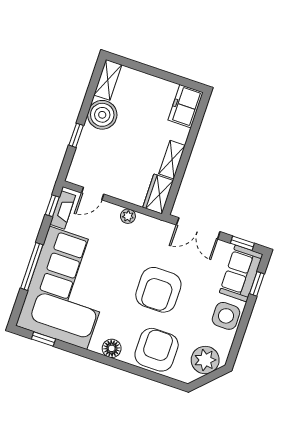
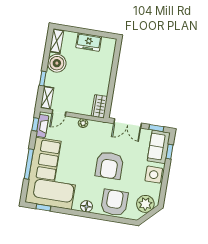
freezer: (186, 106) -> (89, 42), moved, turned -90
shelving: (172, 160) -> (47, 98), moved

